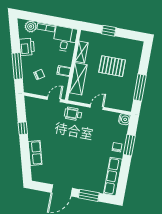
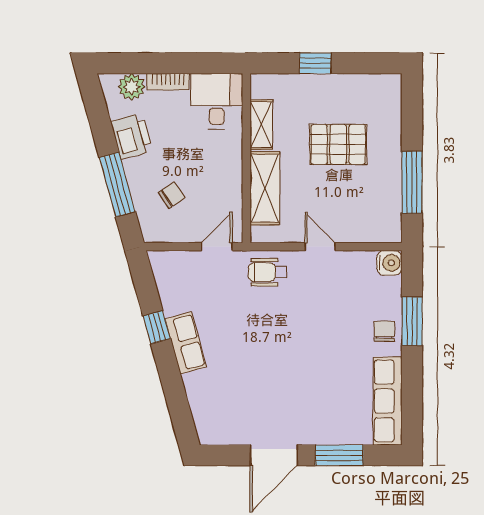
filing cabinet: (64, 71) -> (228, 176), removed
door: (97, 107) -> (320, 247), hinge flipped
row of seats: (35, 153) -> (186, 343), moved

